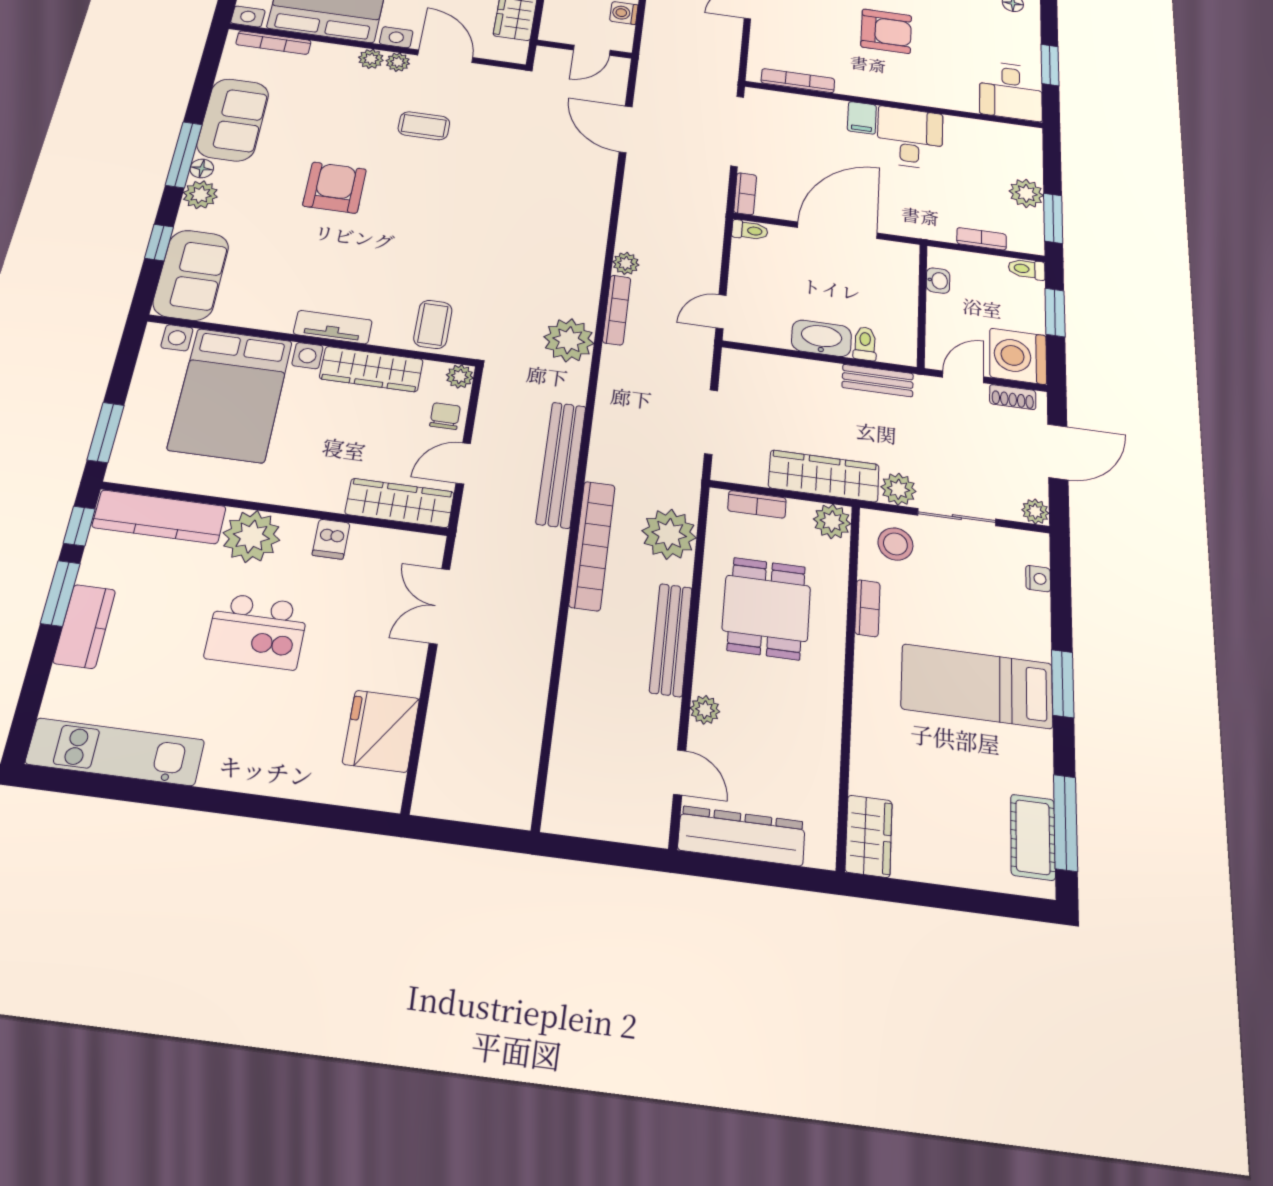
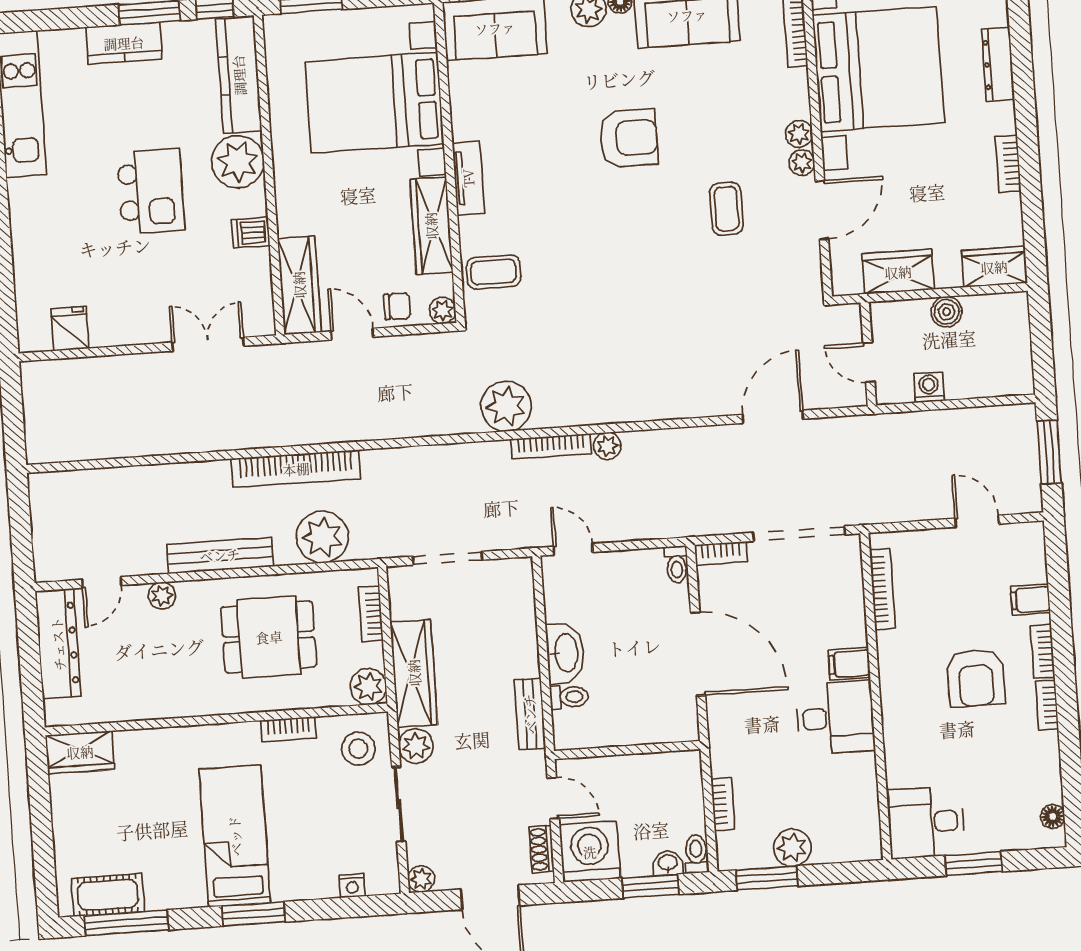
washbasin: (938, 281) -> (668, 863), moved, turned 180
bench: (561, 464) -> (371, 425), removed
kitchen island: (257, 631) -> (151, 191), turned 180
fridge: (381, 731) -> (70, 329), width x0.53, depth x0.75

